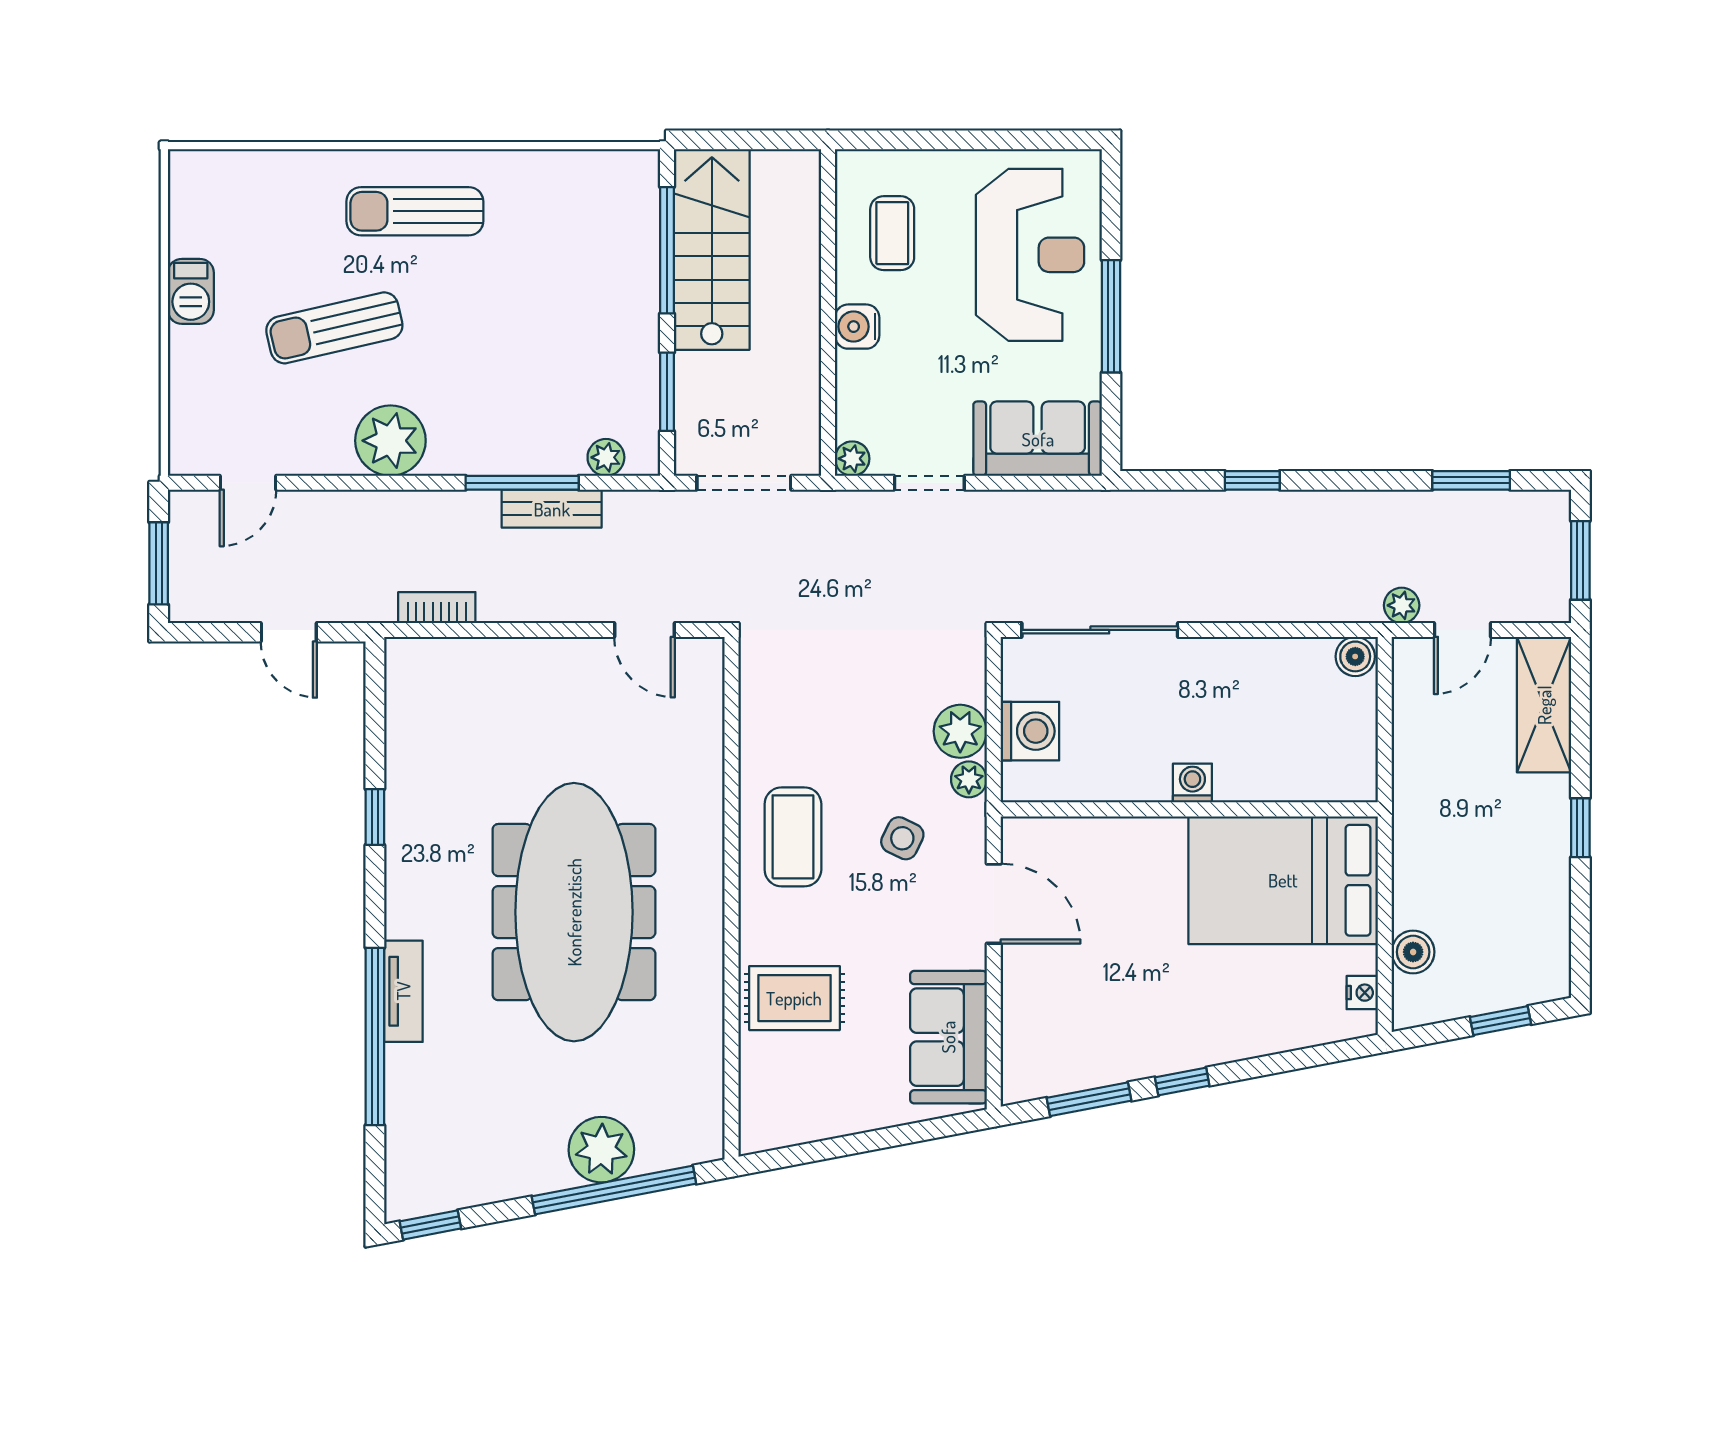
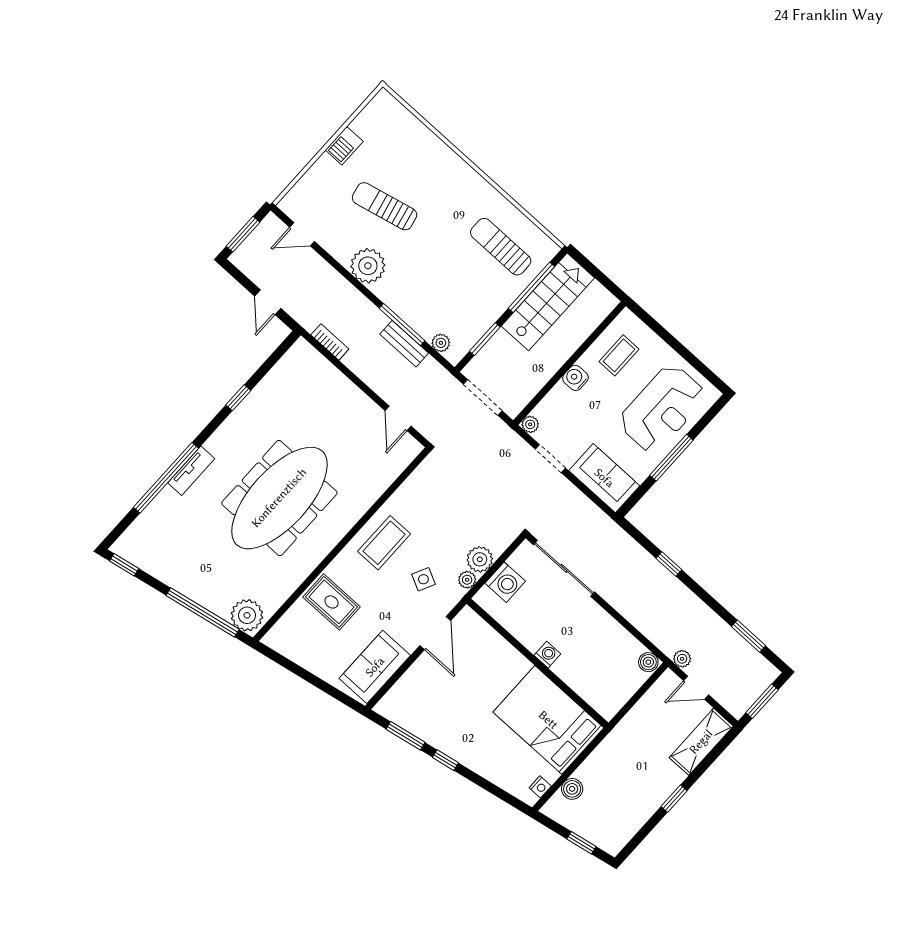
sun lounger: (415, 211) -> (501, 247), moved
plant: (601, 1150) -> (247, 615), moved

